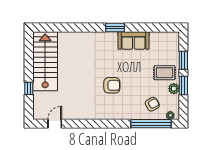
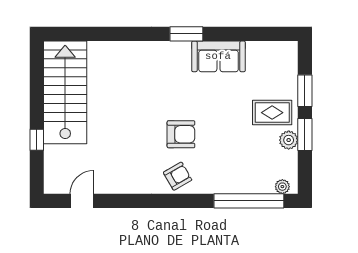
armchair: (152, 104) -> (178, 176), moved

